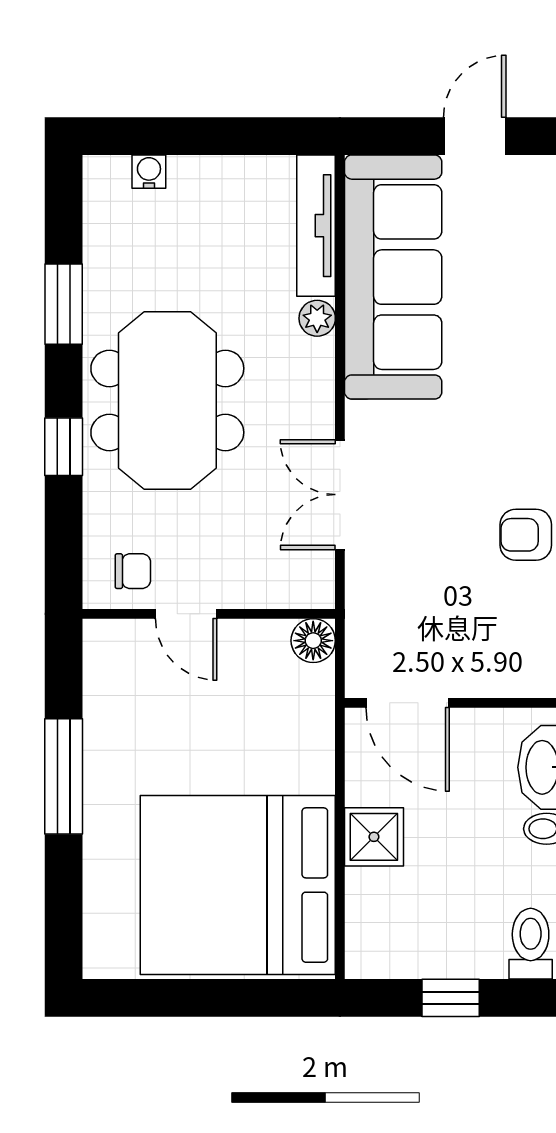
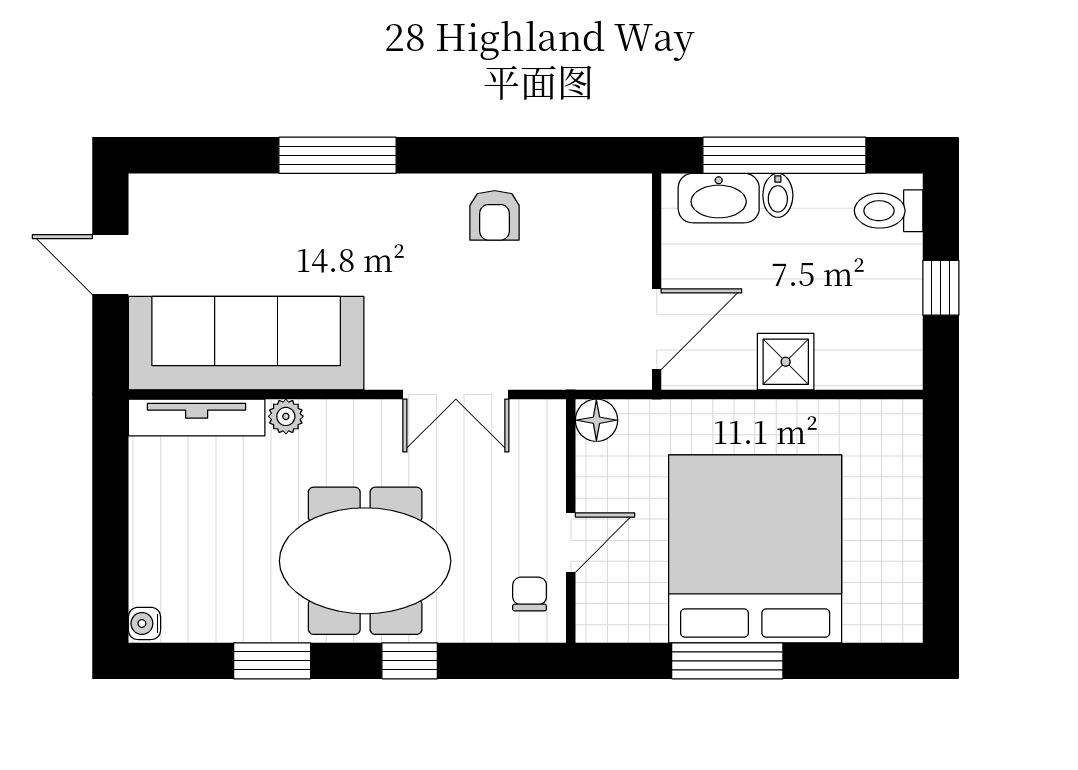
water cooler: (149, 172) -> (144, 623), moved
bed: (238, 885) -> (755, 549), moved, turned 180

